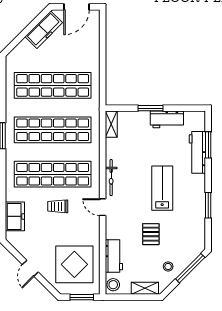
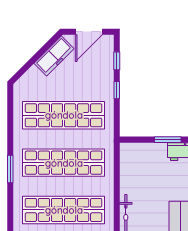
window: (103, 34) -> (117, 61), added
window: (103, 62) -> (117, 90), added
shelving: (111, 124) -> (126, 157), removed

